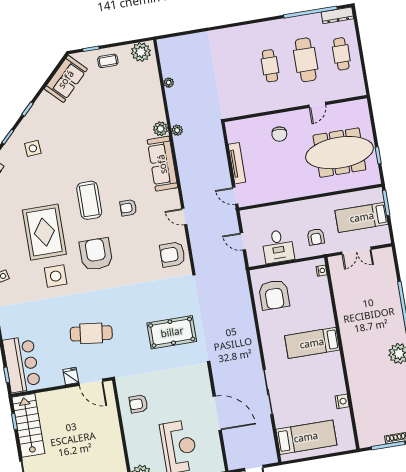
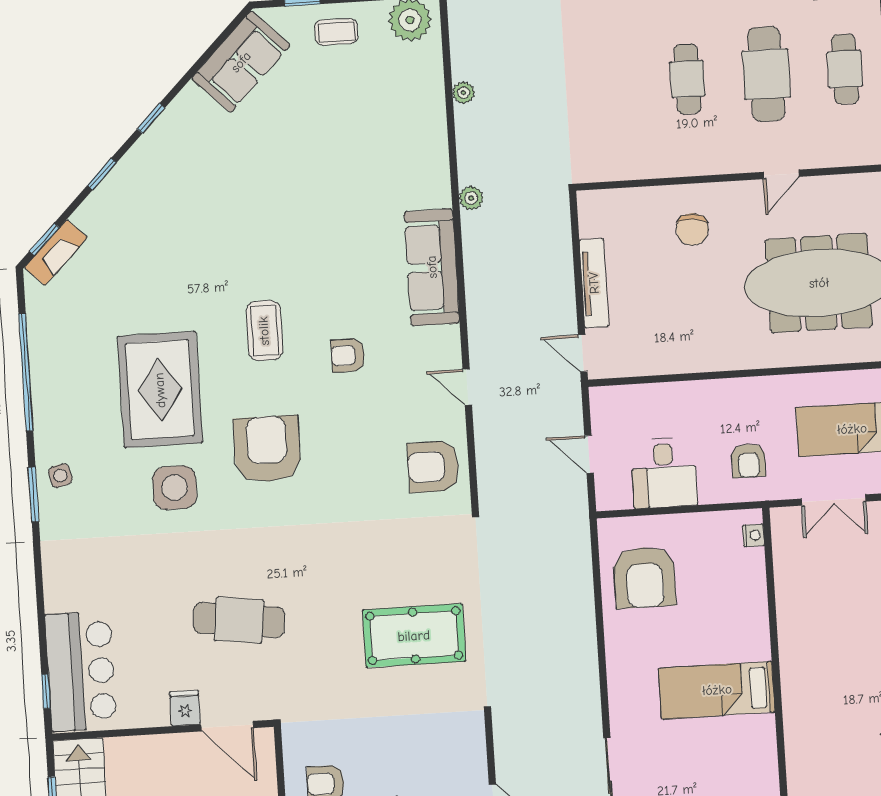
plant: (161, 129) -> (435, 191), removed
side table: (33, 148) -> (154, 205), removed
coffee table: (89, 200) -> (264, 331), width x0.73, depth x0.76

